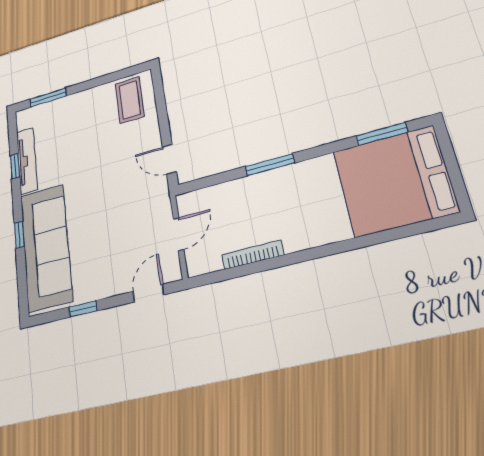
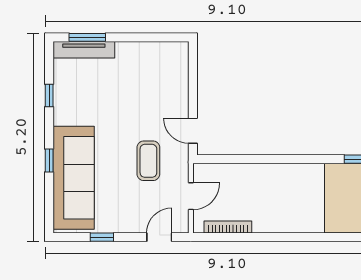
coffee table: (130, 100) -> (148, 161), moved
tv unit: (27, 161) -> (84, 50), moved, turned 90
window: (270, 165) -> (274, 159), removed
bookcase: (253, 255) -> (228, 227), moved

